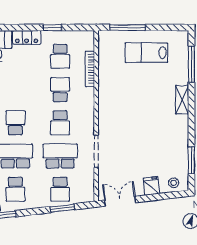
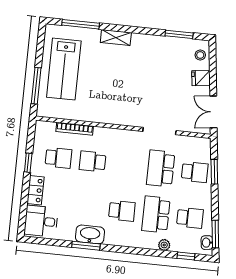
lab bench: (146, 53) -> (64, 69), width x1.36, depth x1.39
school desk: (15, 123) -> (122, 211), turned 180
school desk: (60, 123) -> (127, 165), removed

